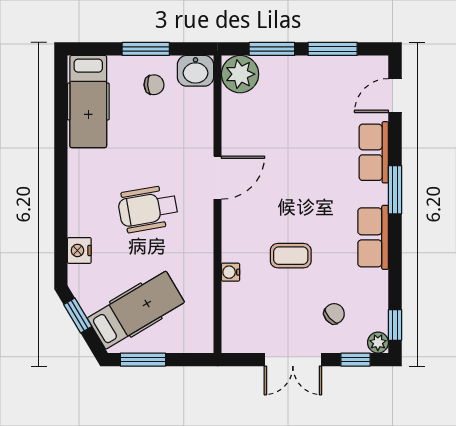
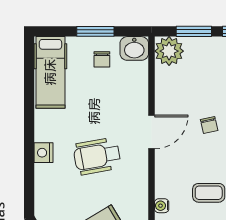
chair: (154, 85) -> (102, 59), turned 93
chair: (291, 169) -> (209, 125), added
nightstand: (79, 250) -> (44, 153), moved

